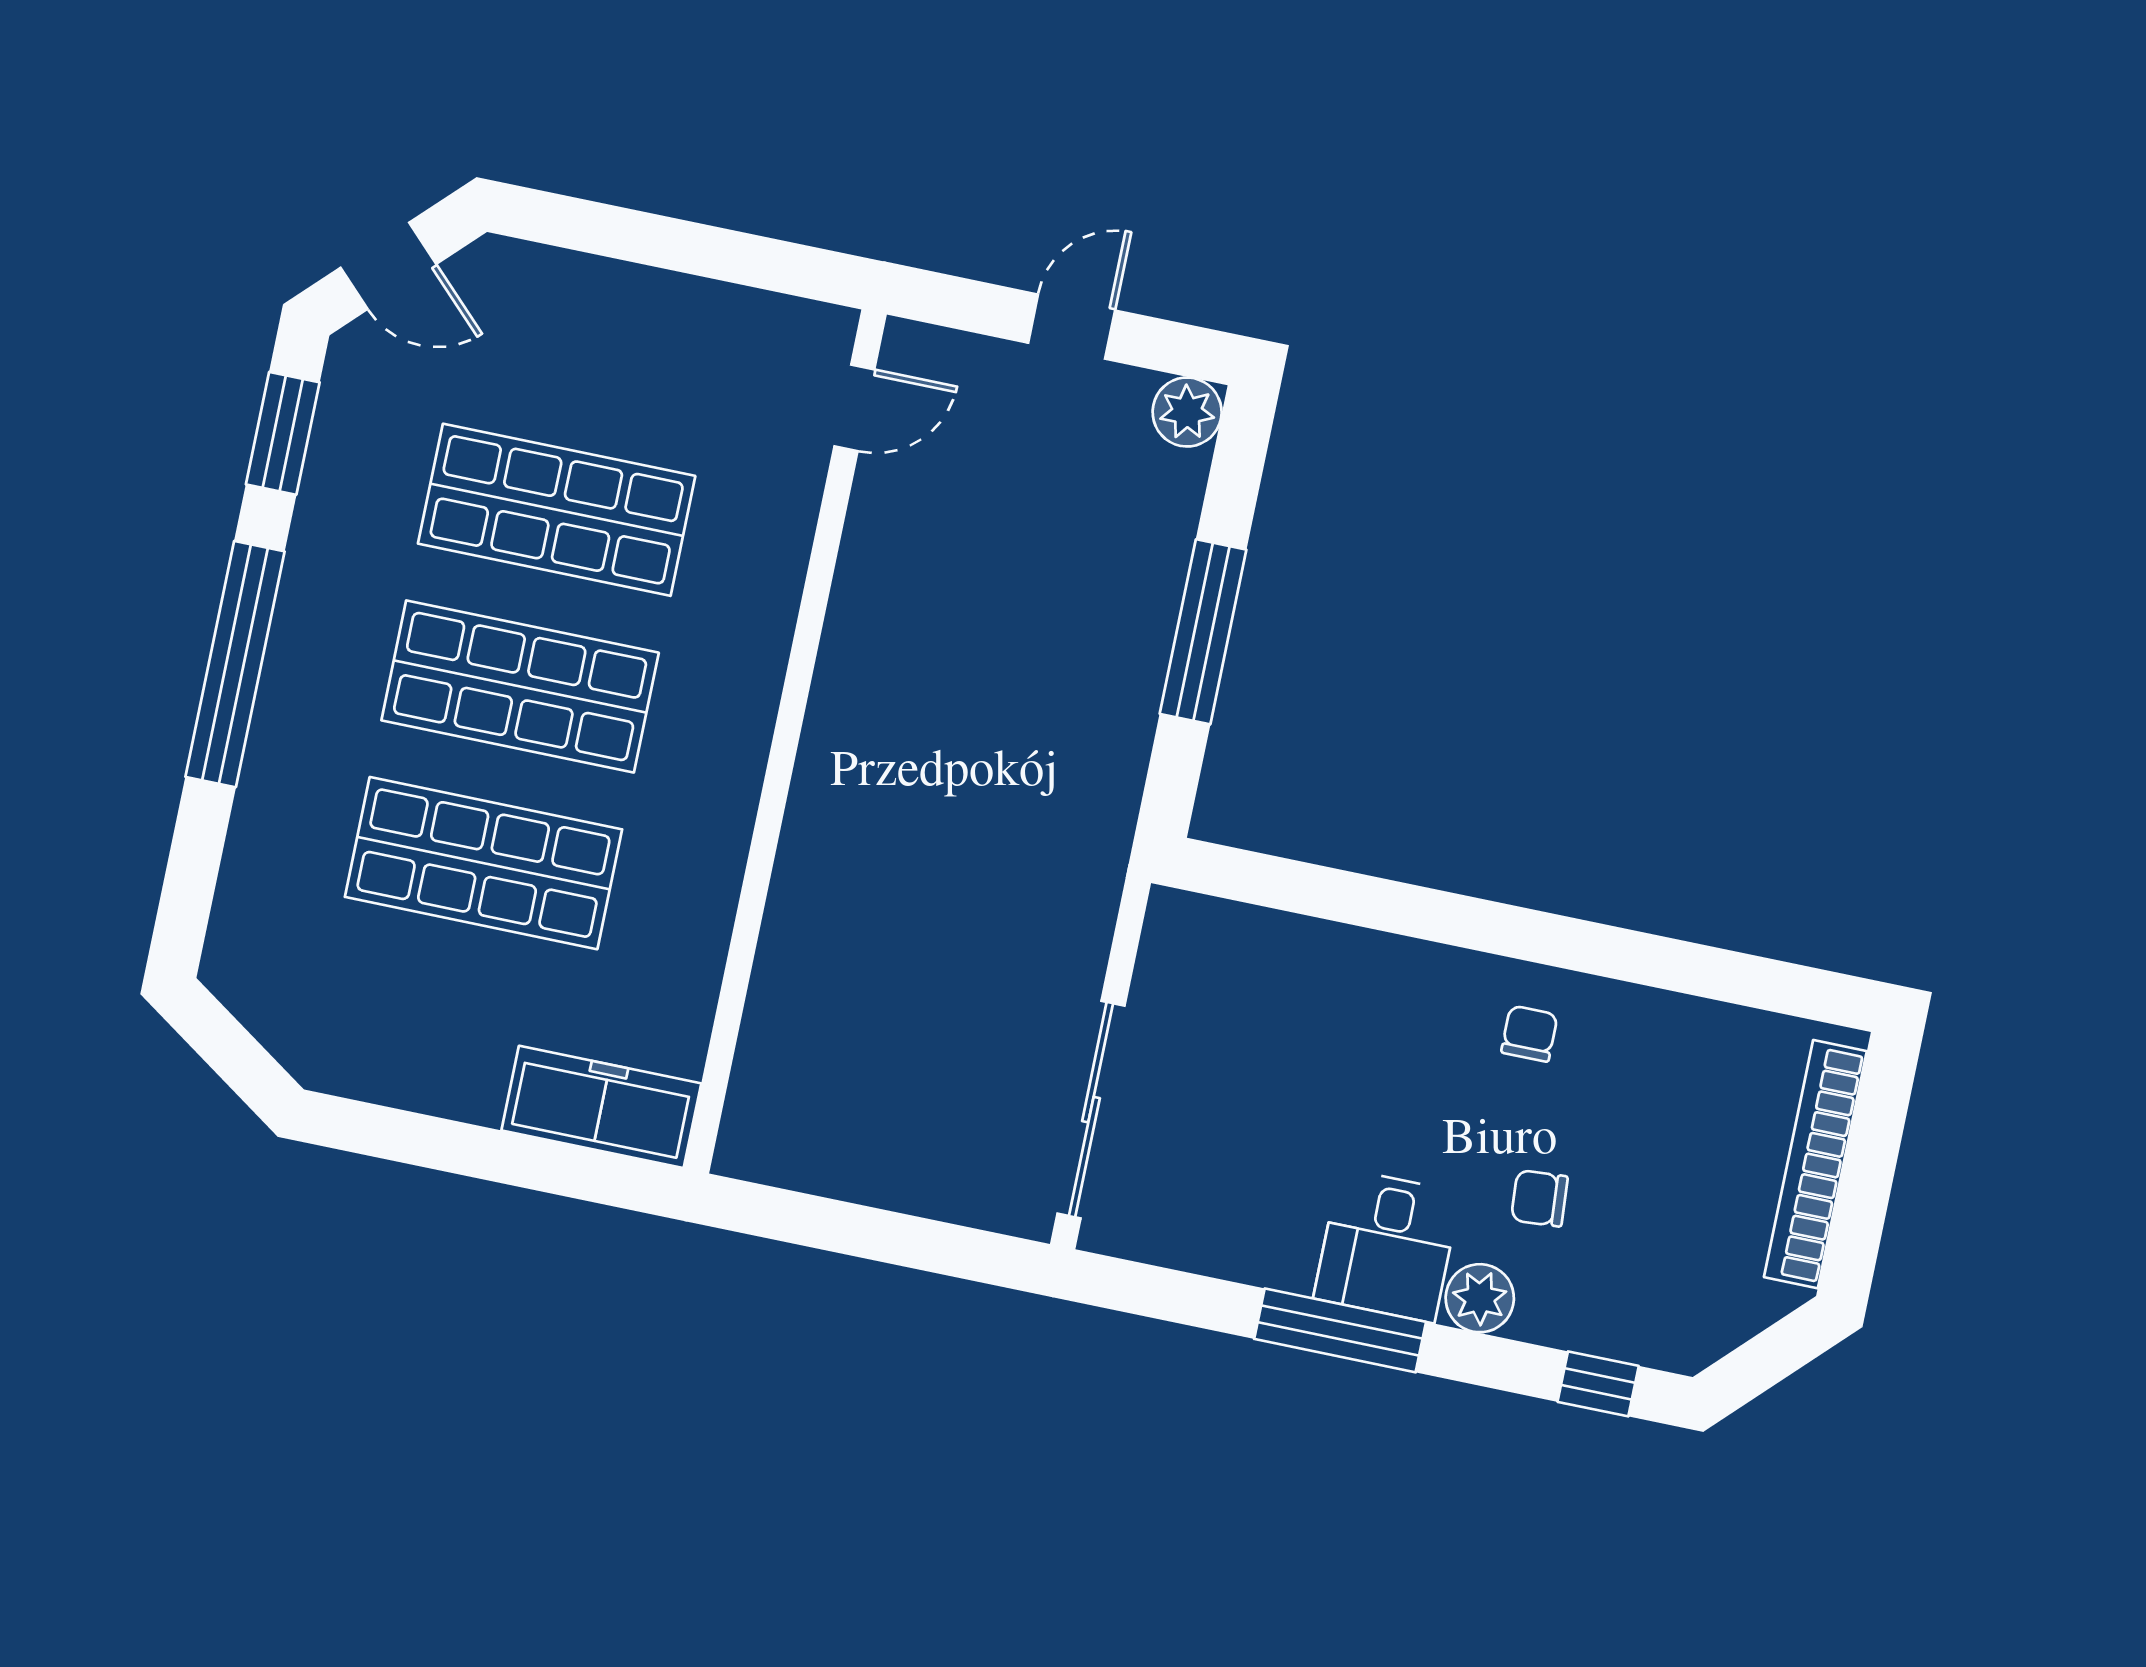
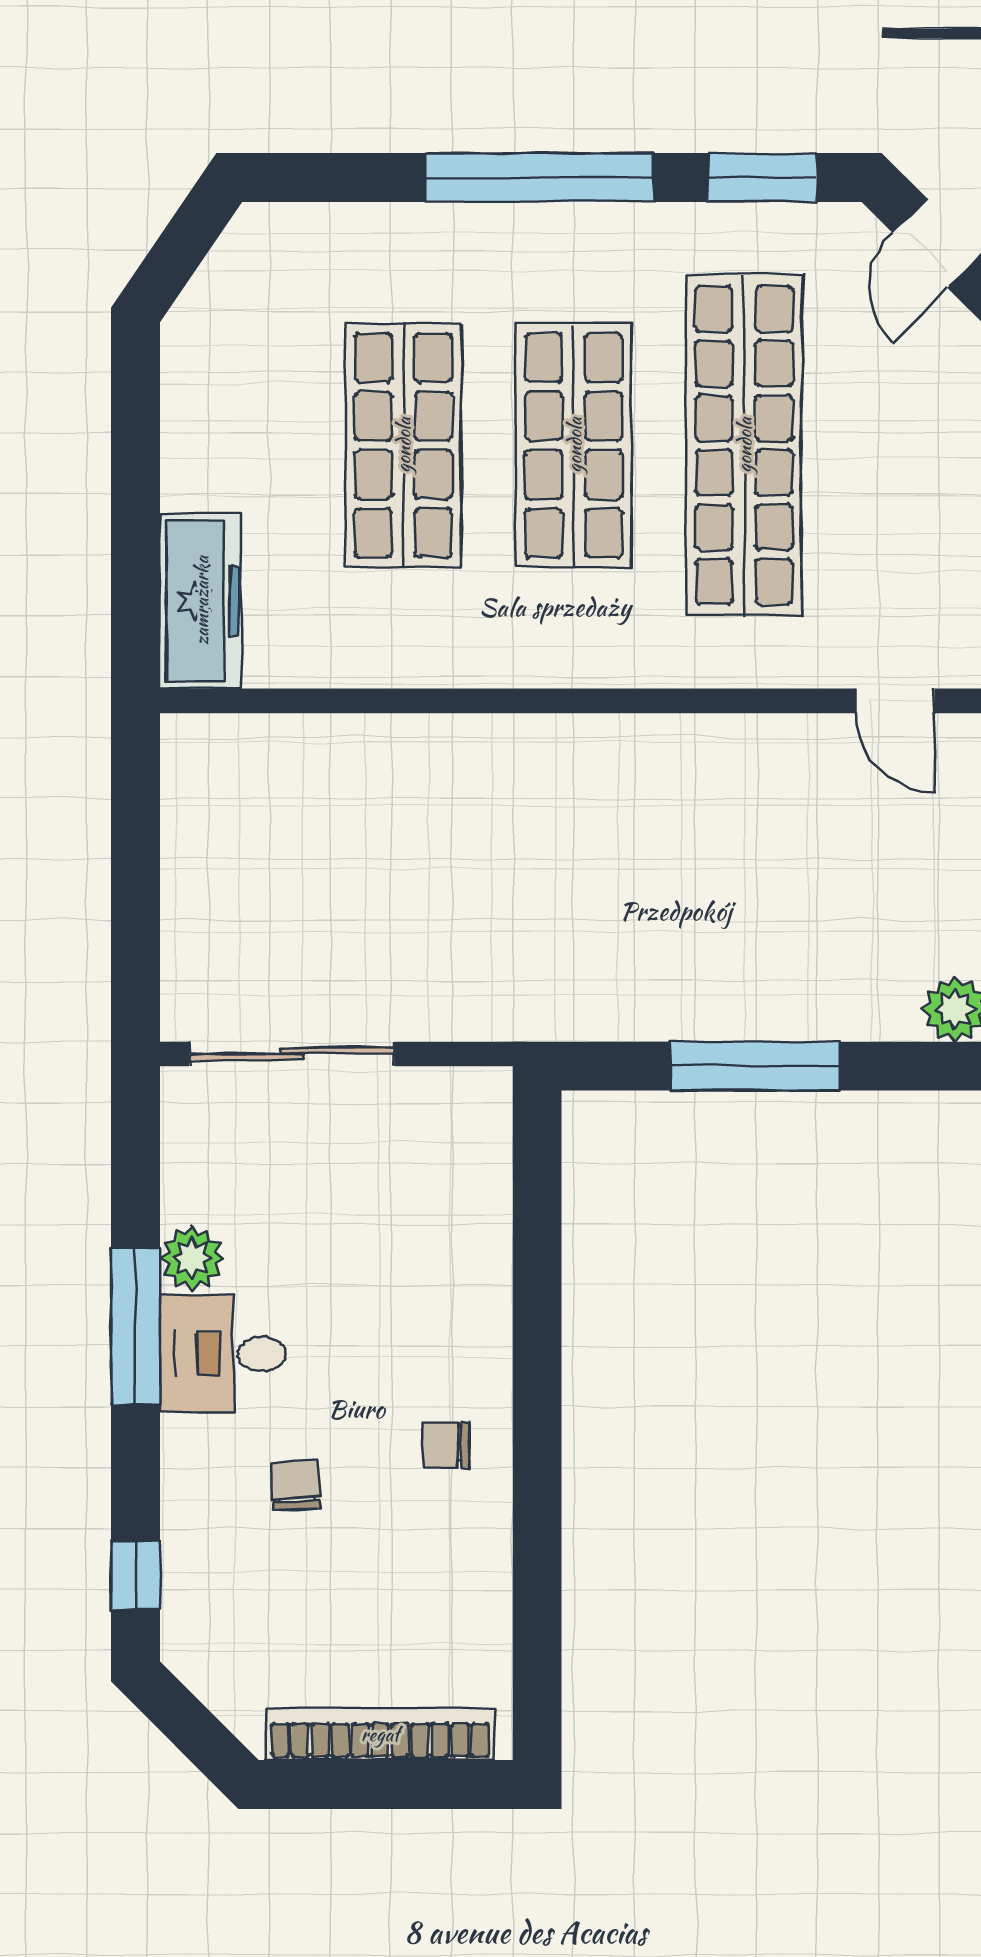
shop shelf: (557, 510) -> (744, 445), width x1.40
chair: (1529, 1034) -> (446, 1445), turned 180
plant: (1480, 1298) -> (192, 1258), moved

